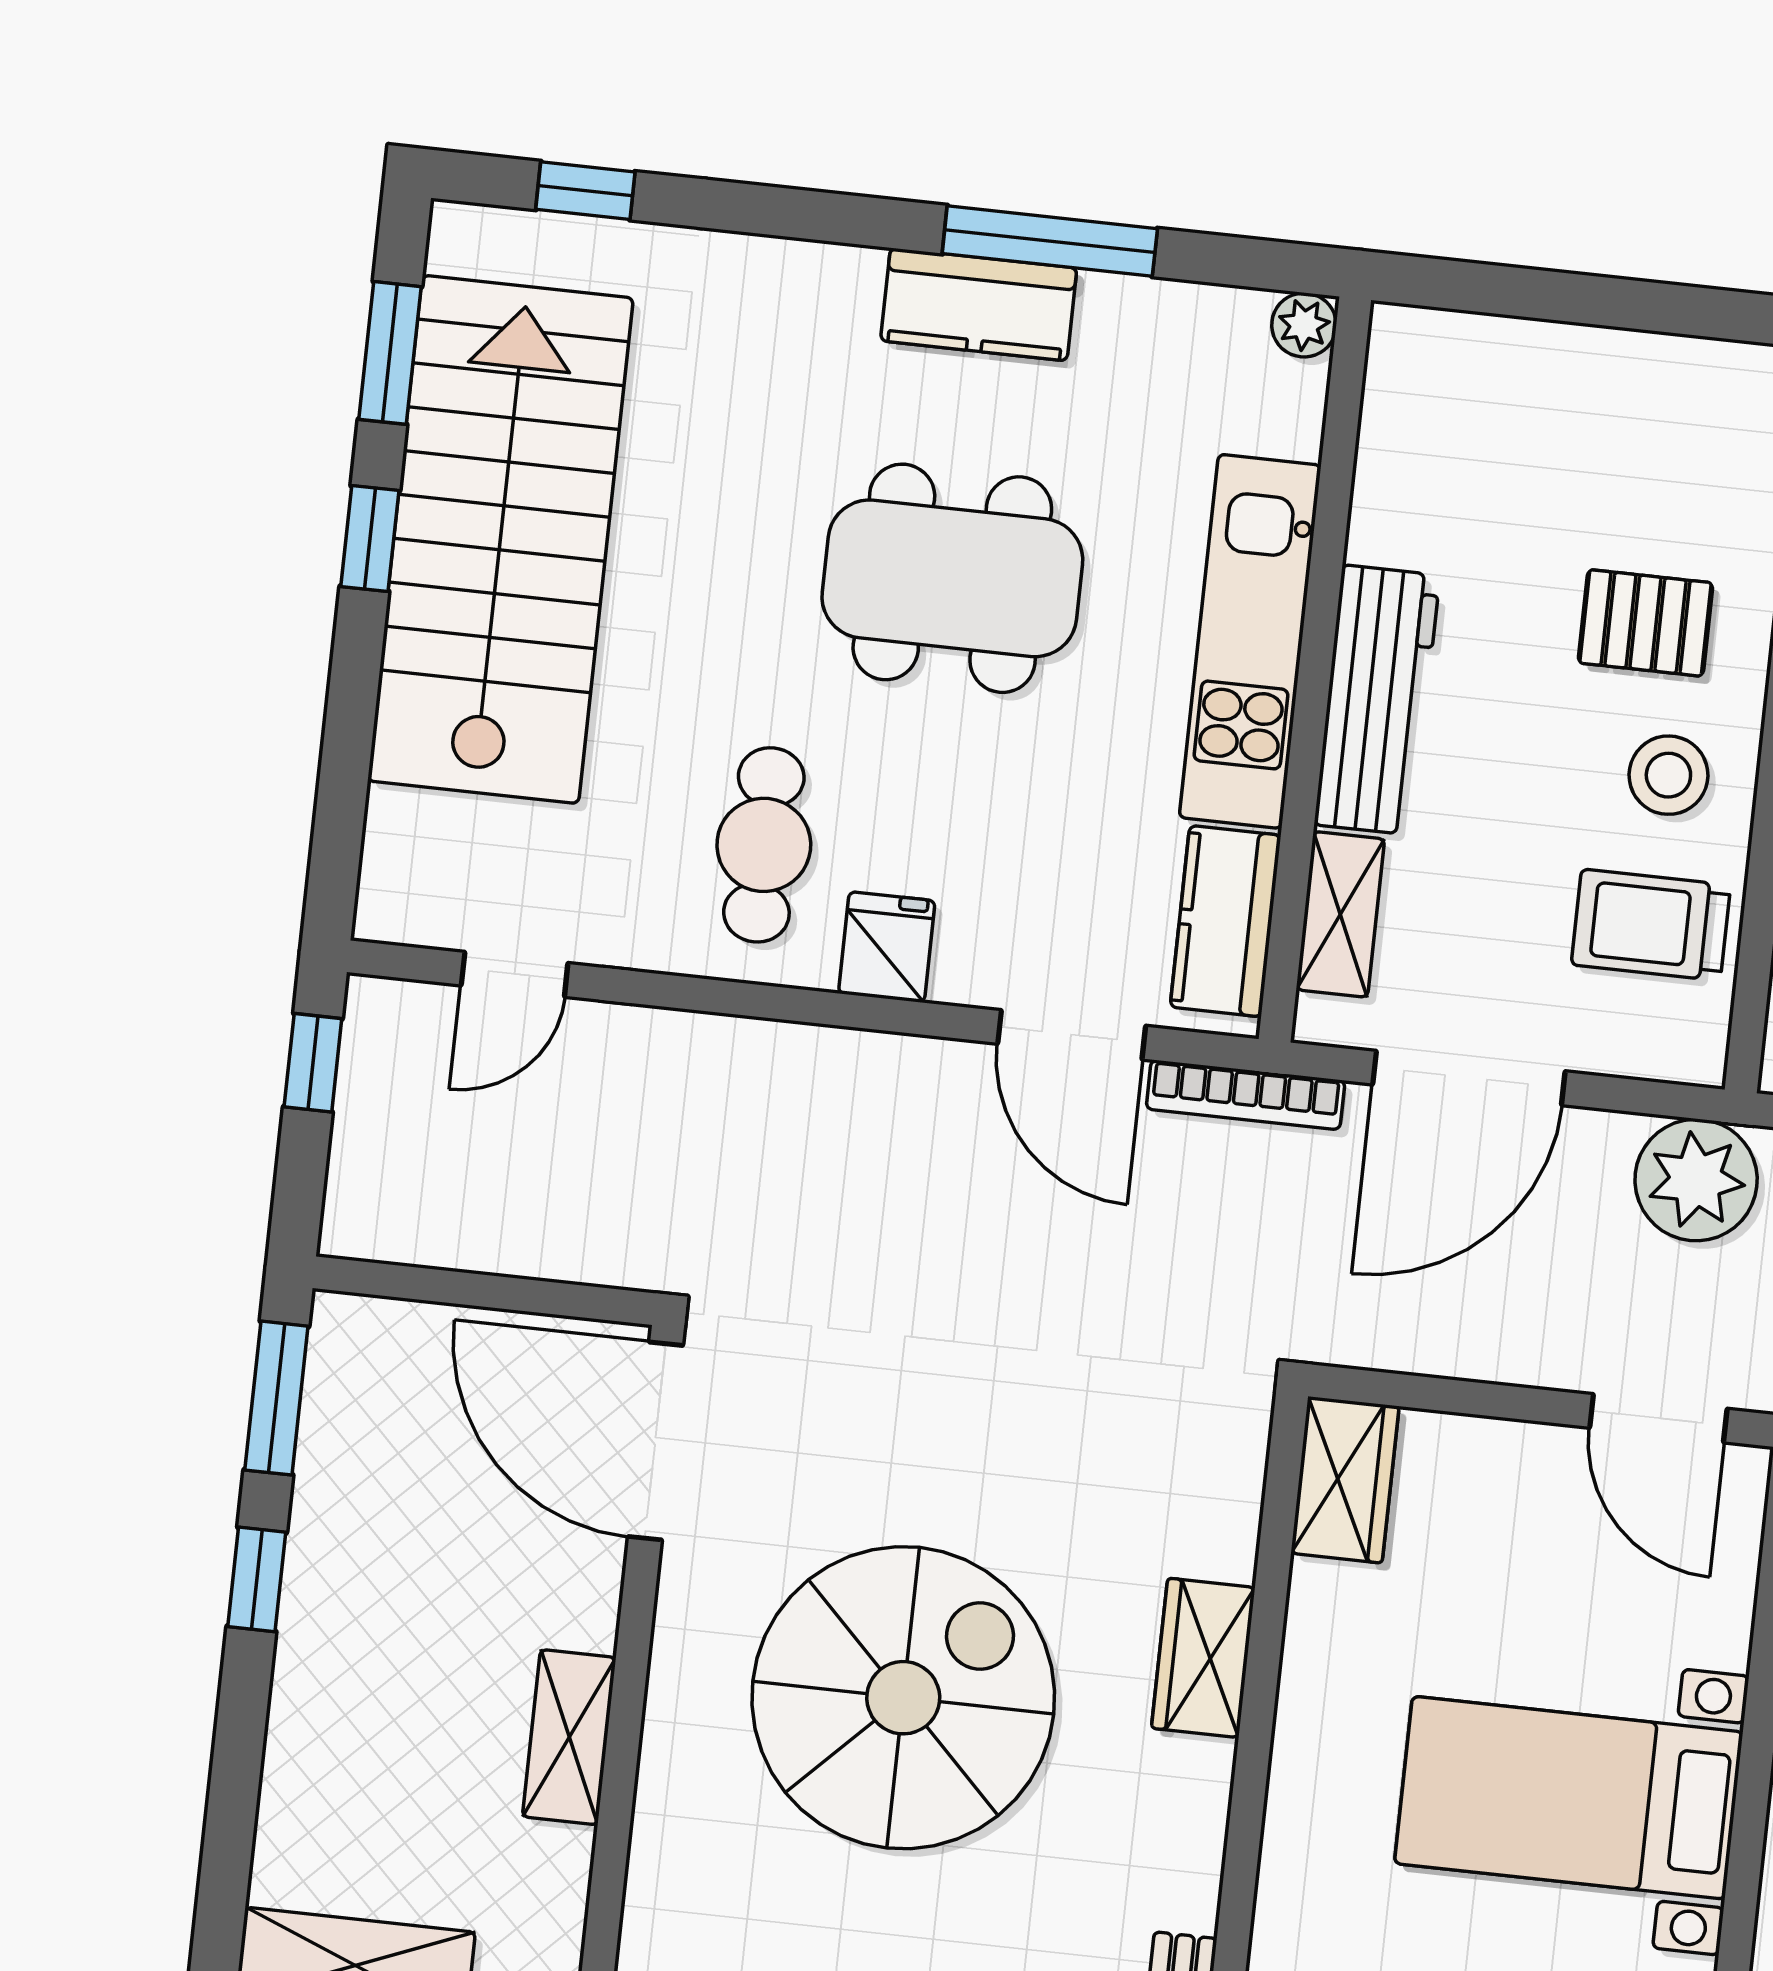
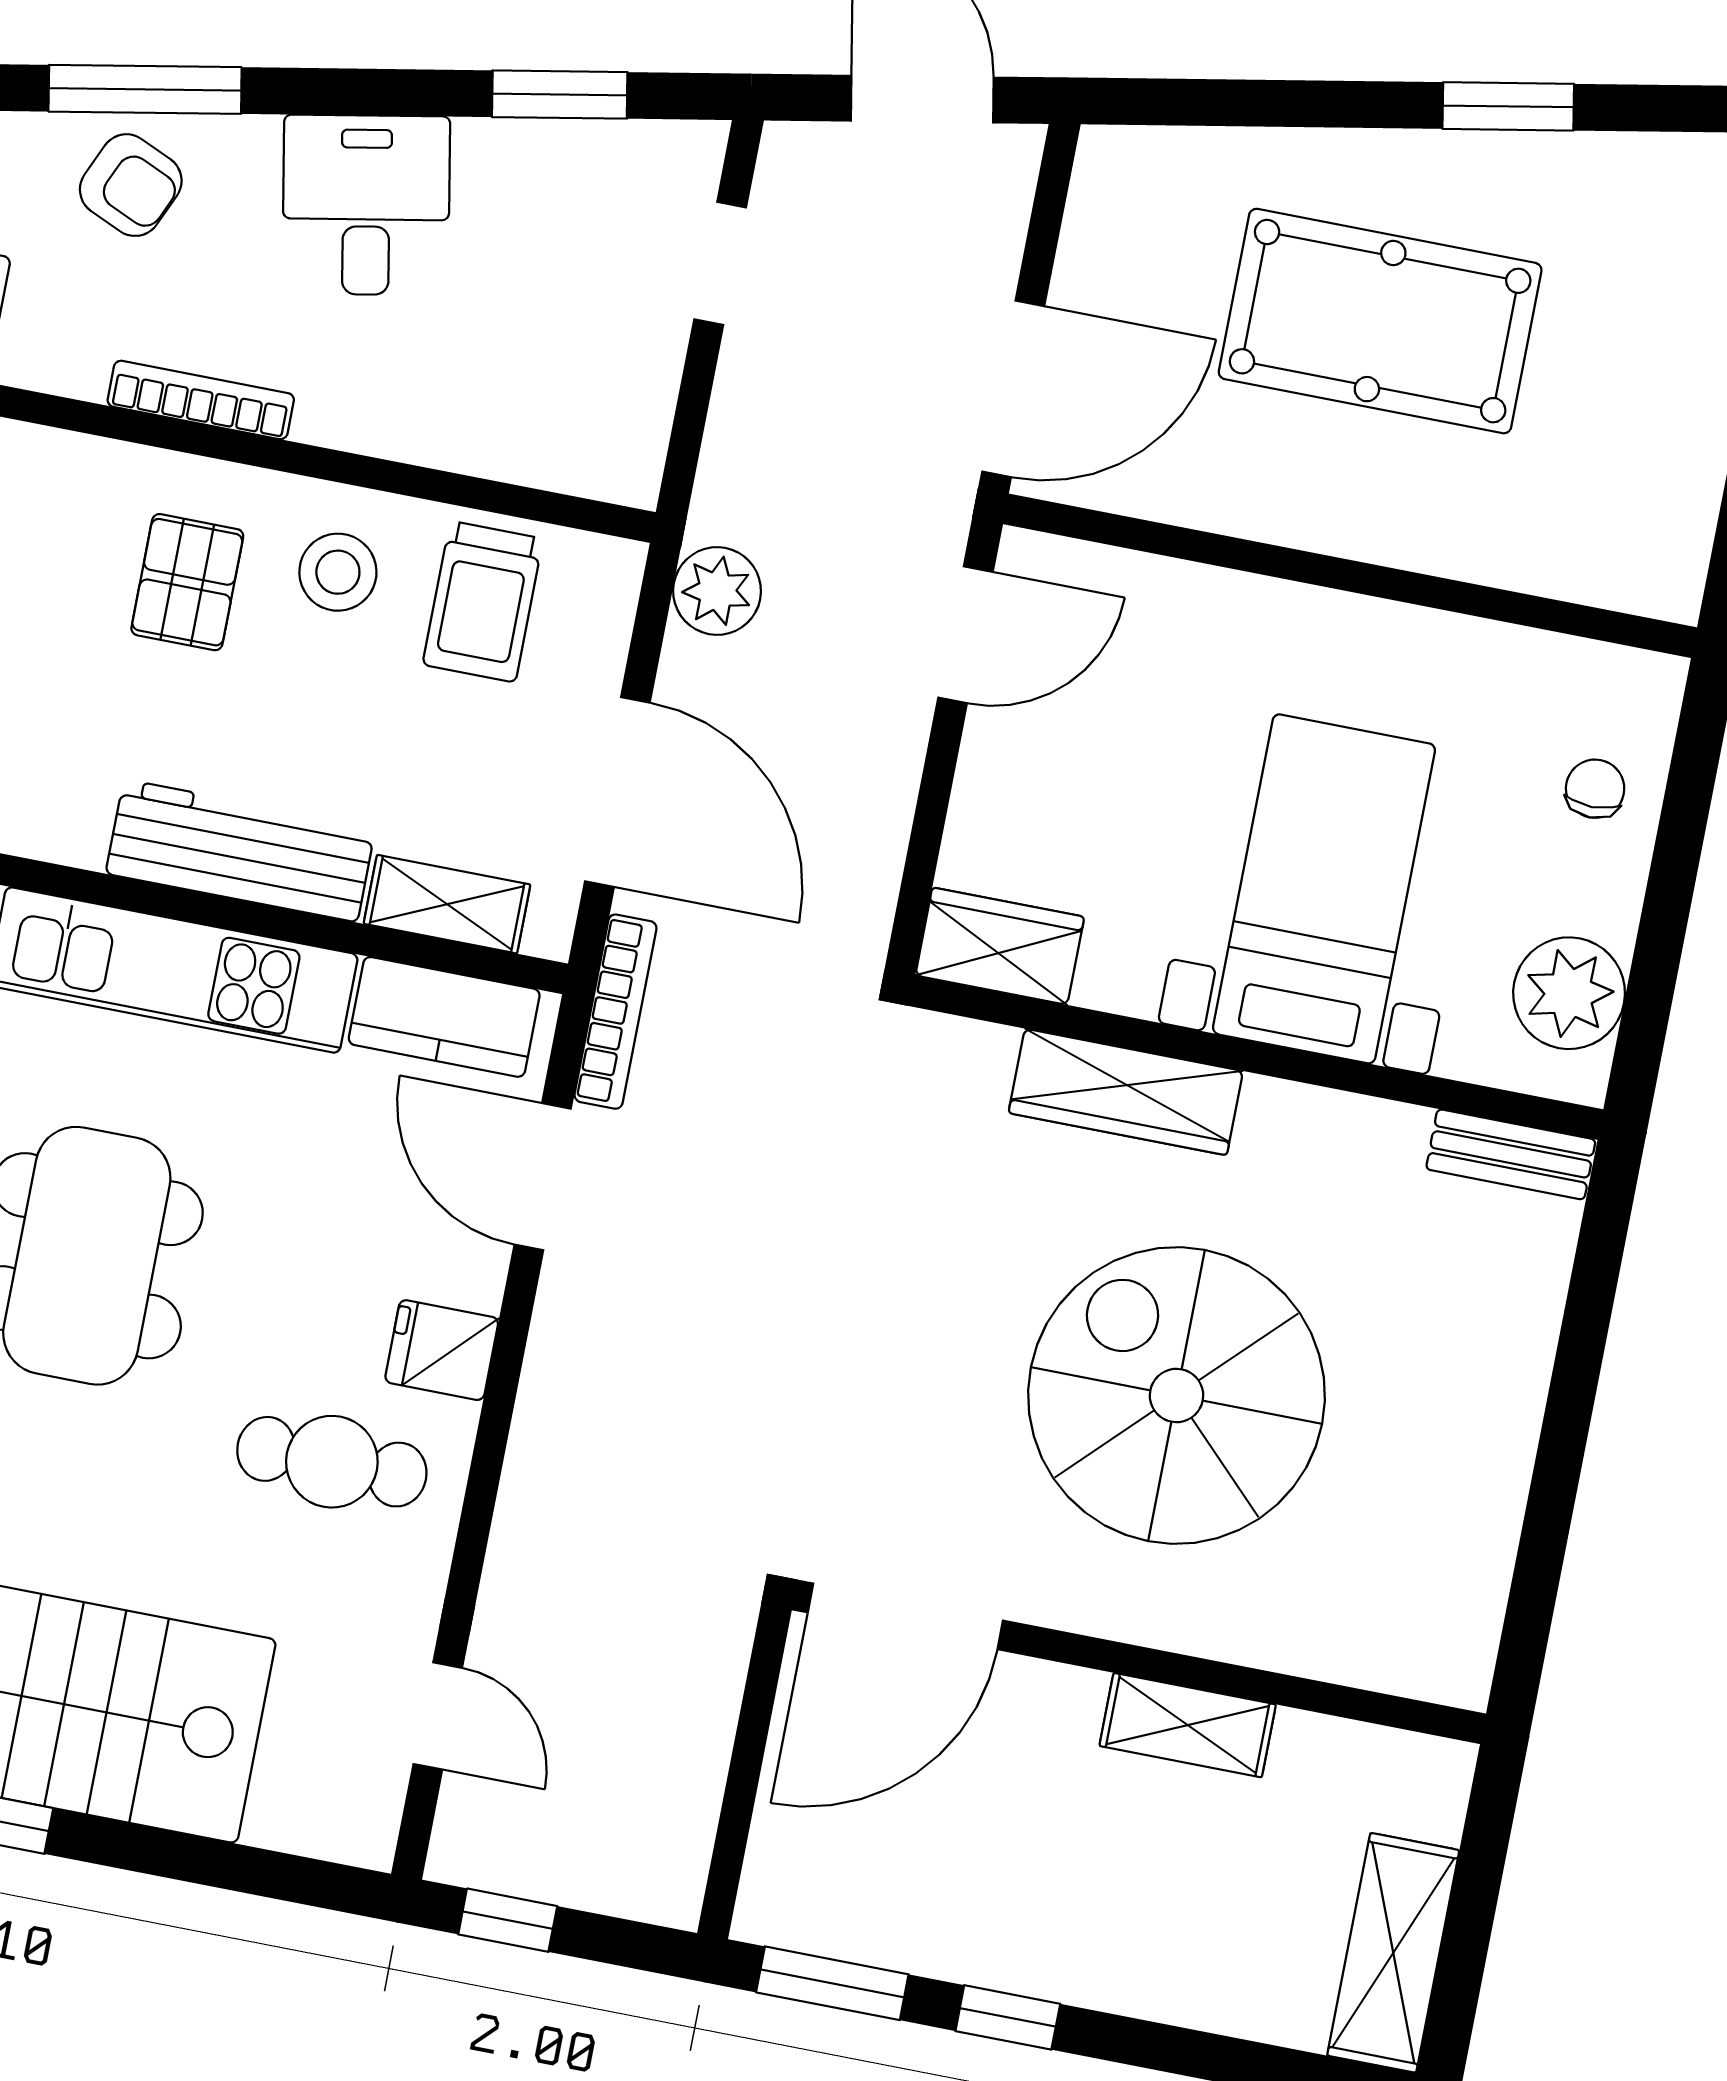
door: (1072, 1035) -> (543, 1177), swing flipped
plant: (1696, 1180) -> (717, 591), width x0.73, depth x0.73
wardrobe: (1203, 1658) -> (1126, 1092), width x1.50
bed with nightstands: (1569, 1798) -> (1324, 889), moved, turned 180

